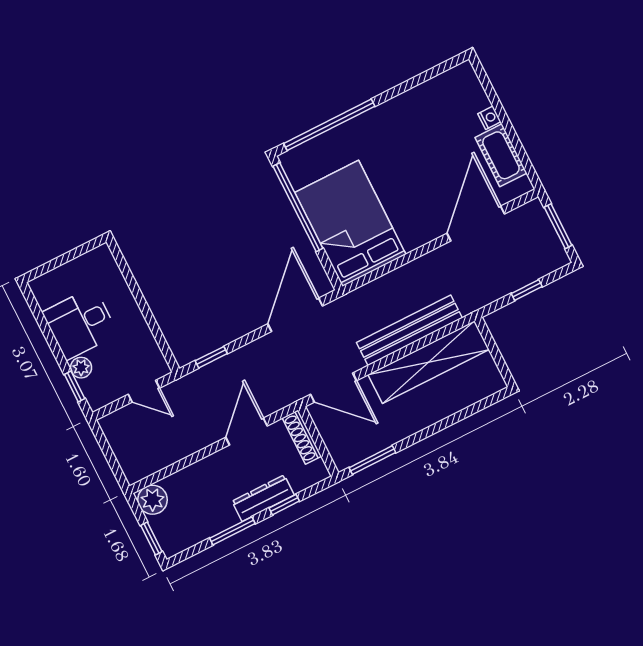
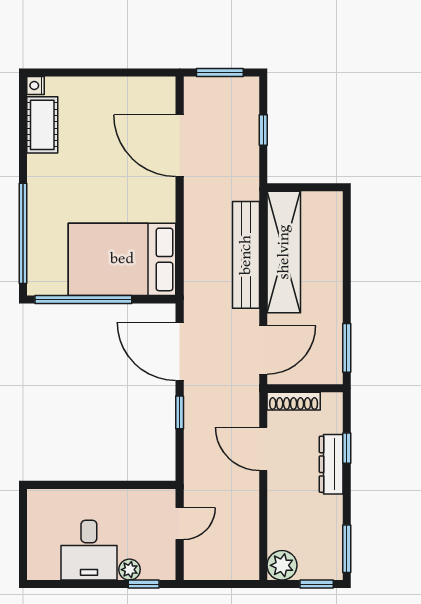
nightstand: (489, 118) -> (36, 86), moved, turned -90
cot: (501, 155) -> (42, 125), moved, turned 90
window: (211, 357) -> (180, 412), moved
window: (232, 531) -> (347, 549), moved

